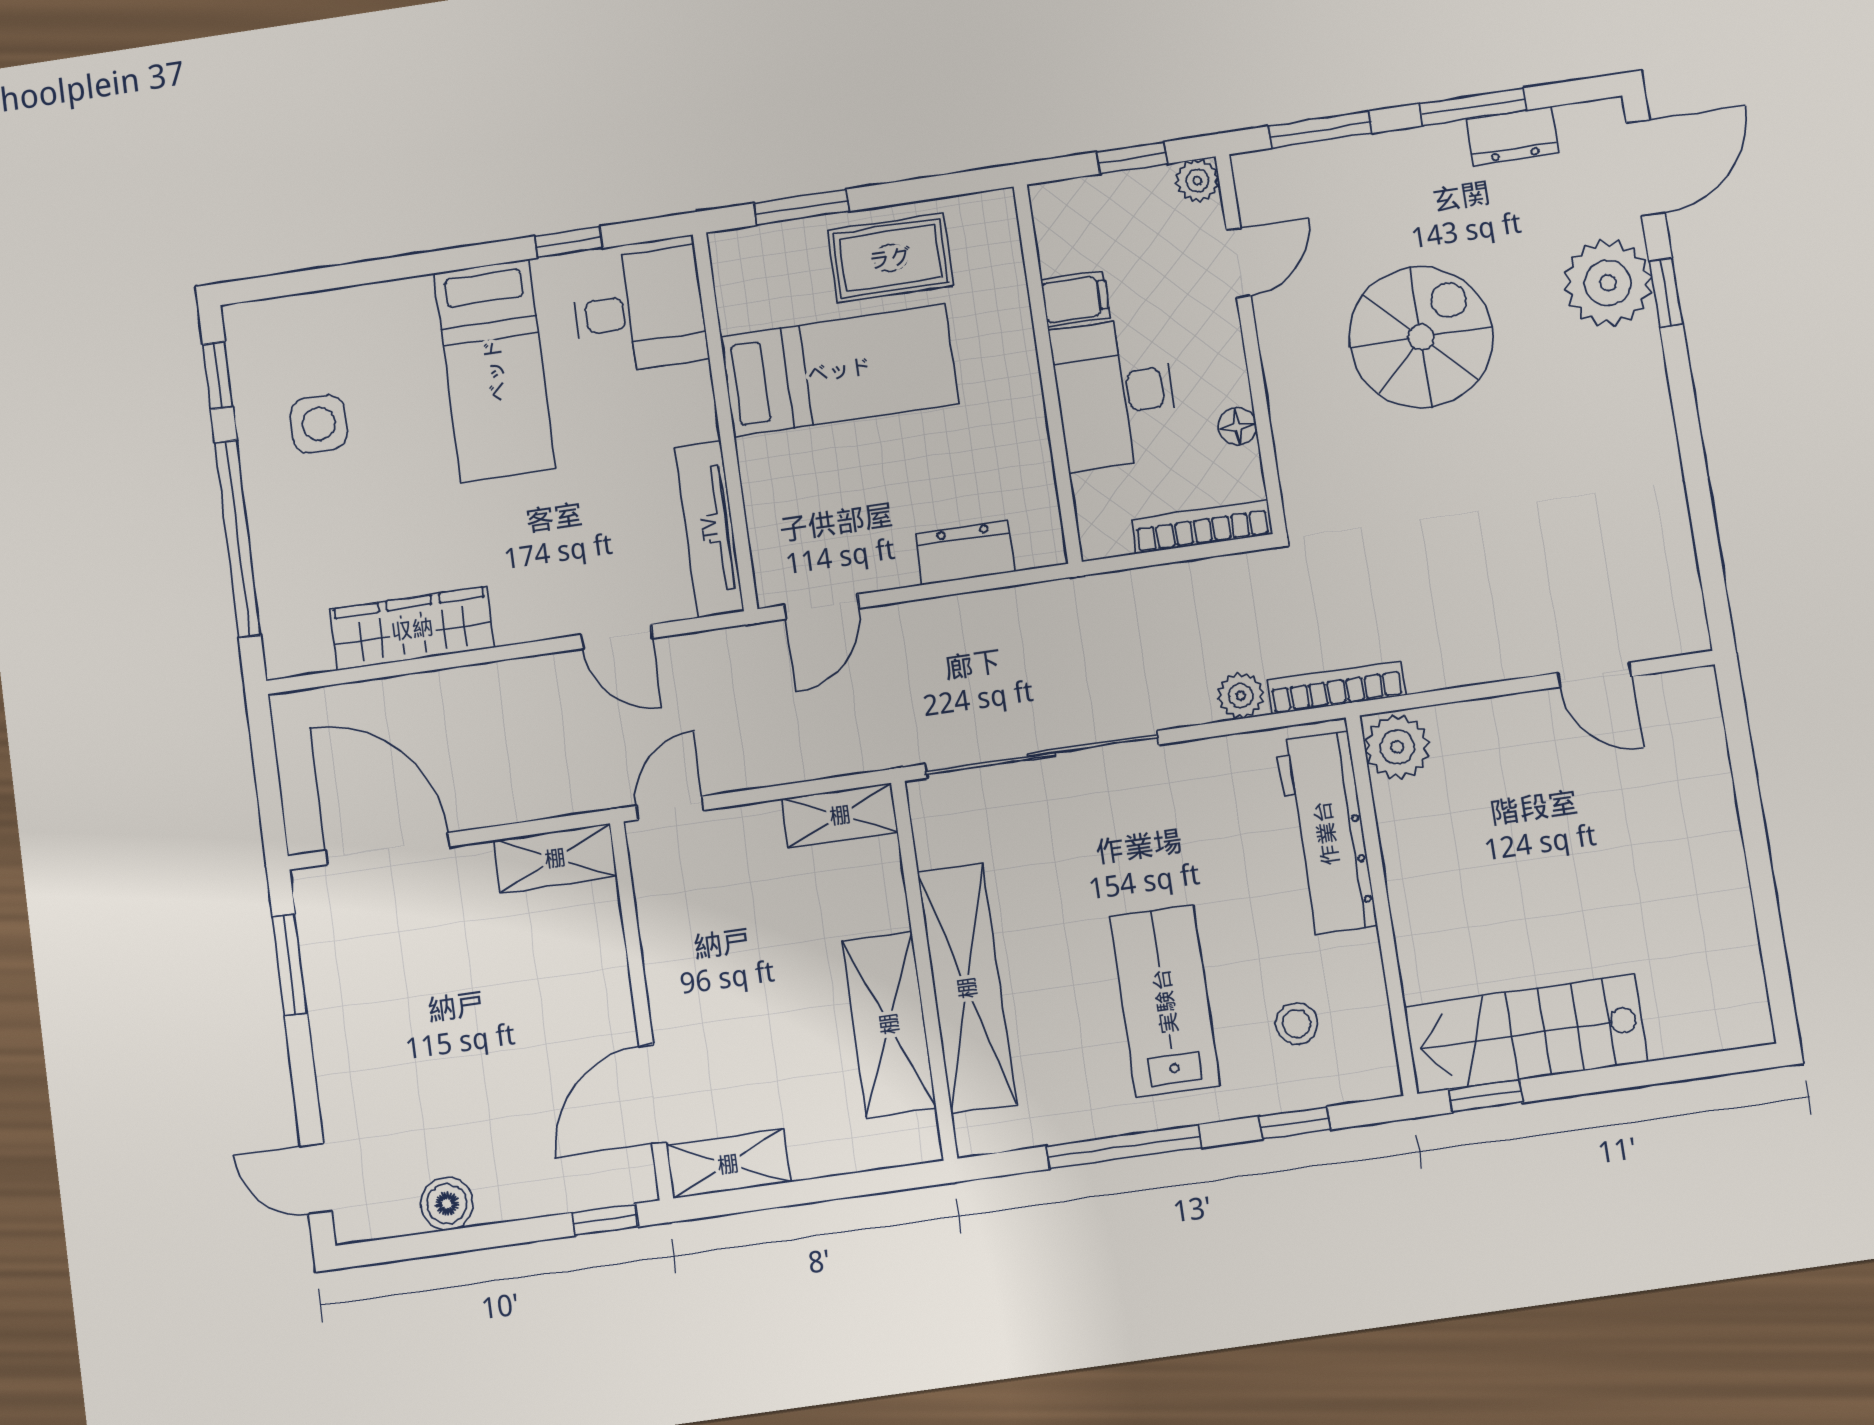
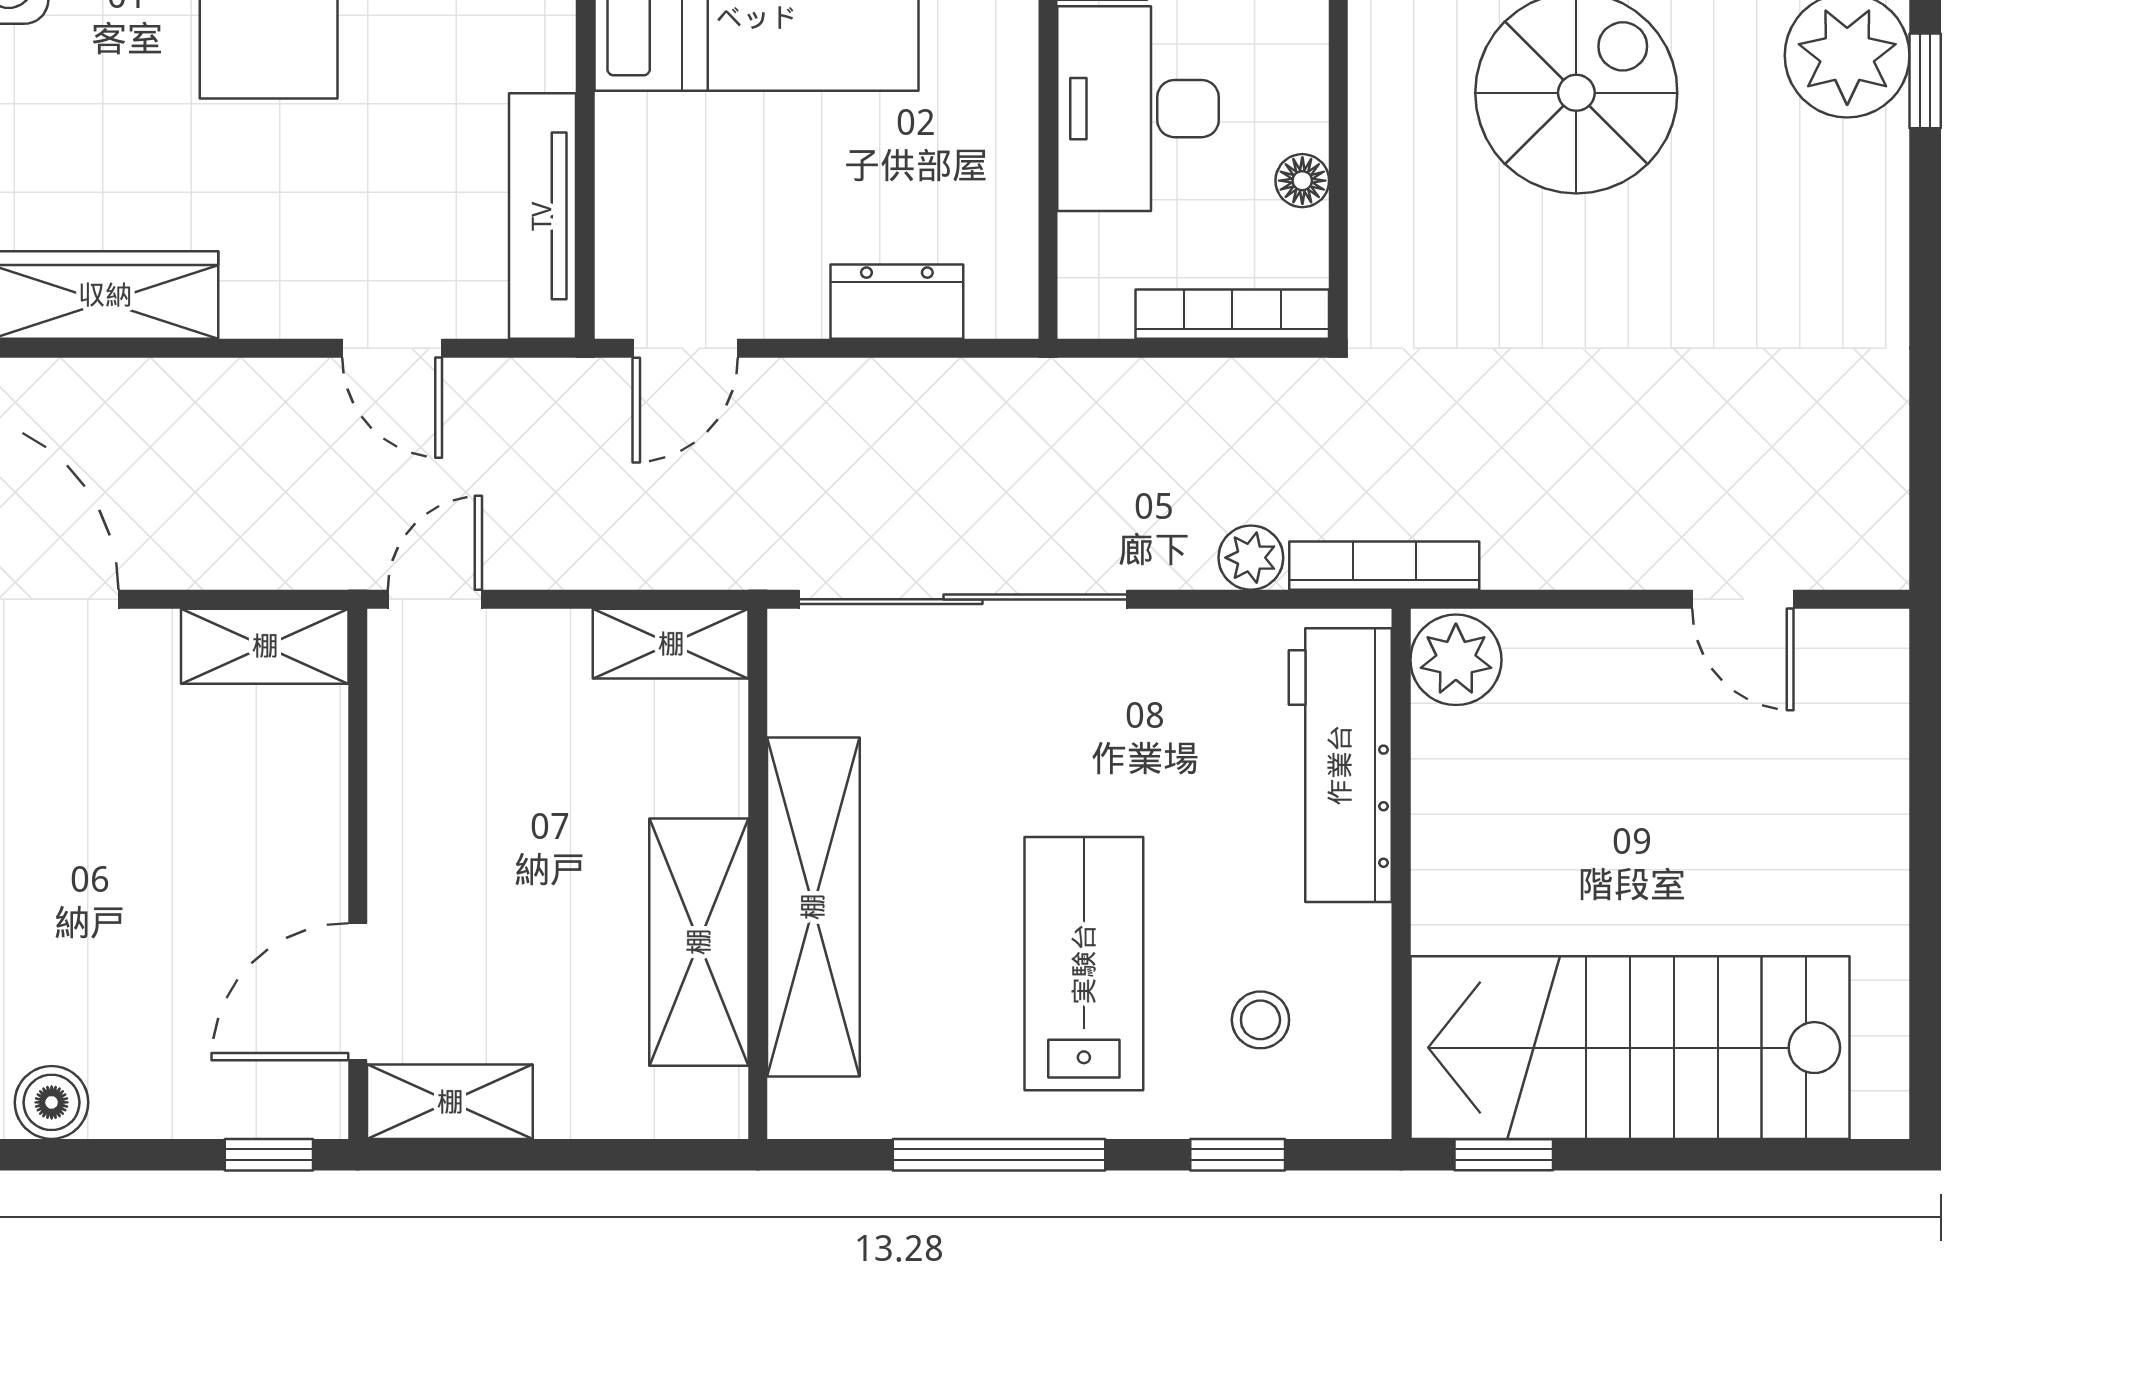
stairs: (1526, 1034) -> (1630, 1048), width x1.36, depth x1.51

